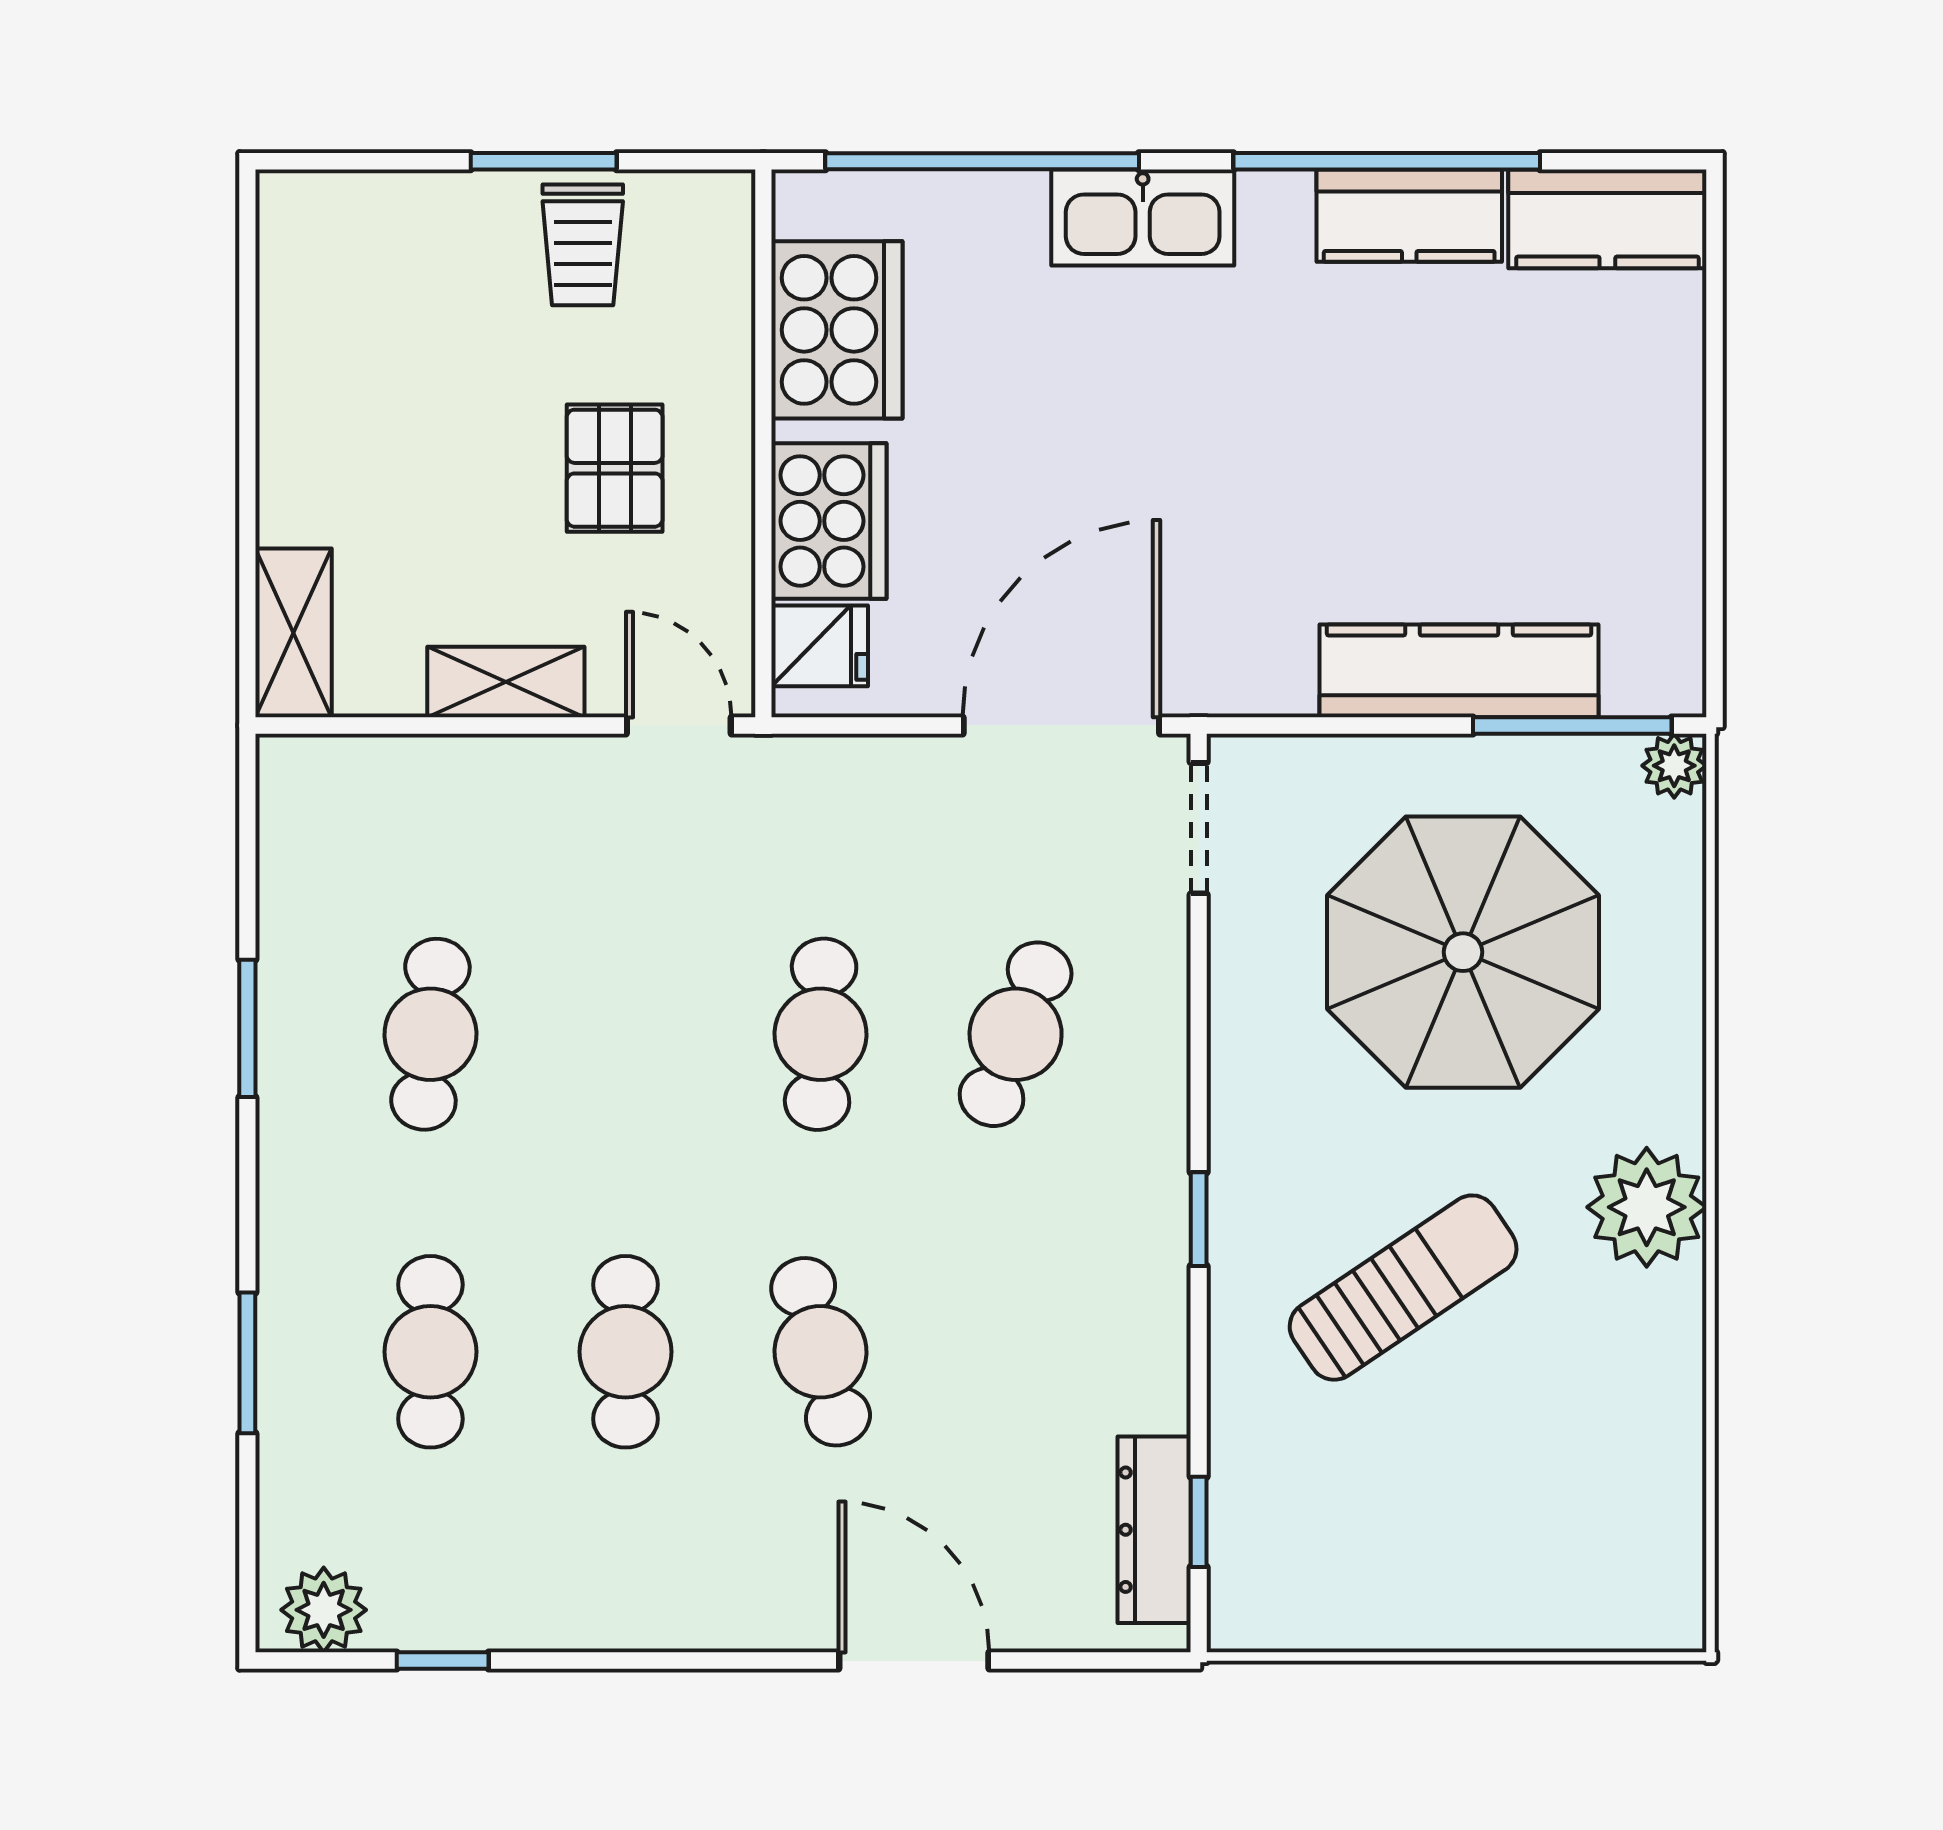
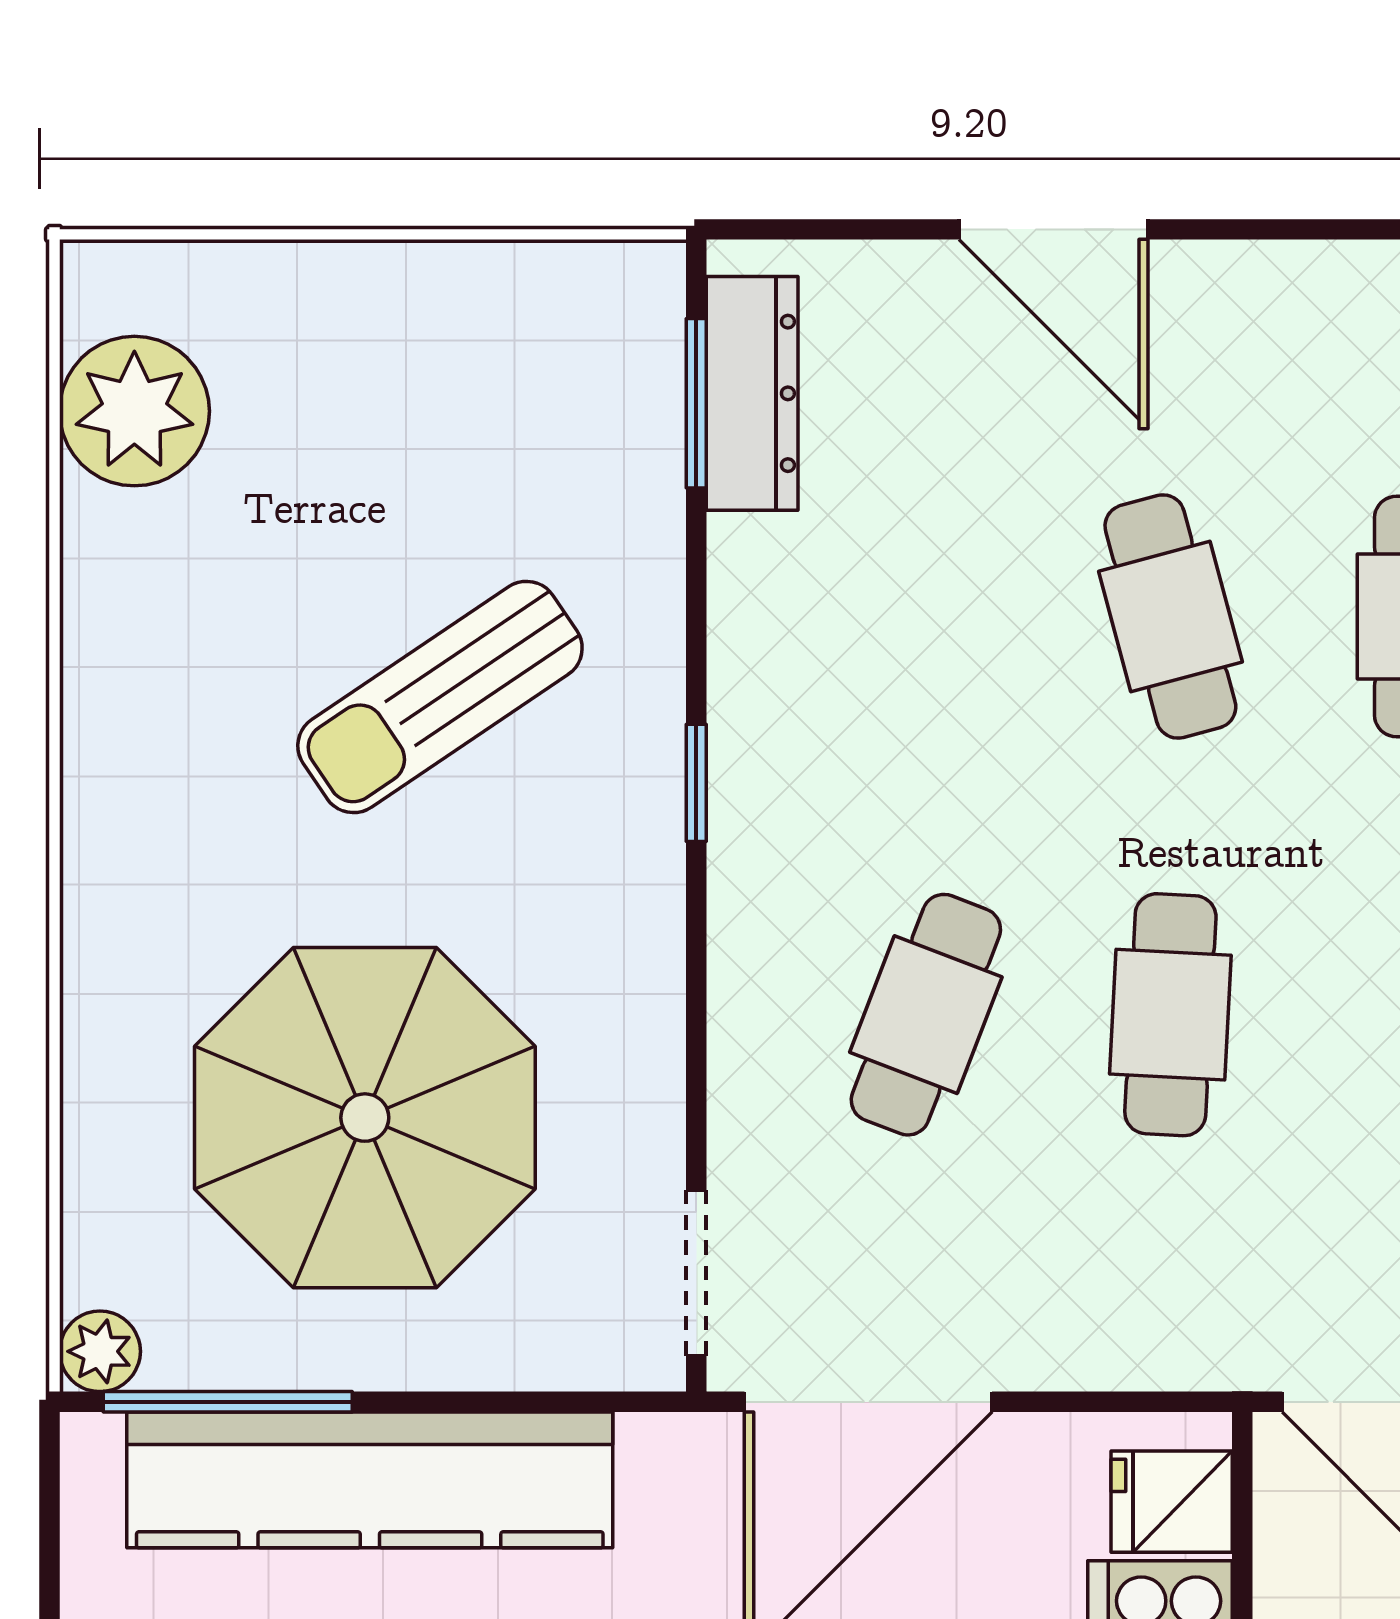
kitchen counter: (1459, 671) -> (370, 1480), width x1.39, depth x1.17
plant: (1647, 1207) -> (134, 411), moved
window: (1199, 1522) -> (696, 403), width x1.50

